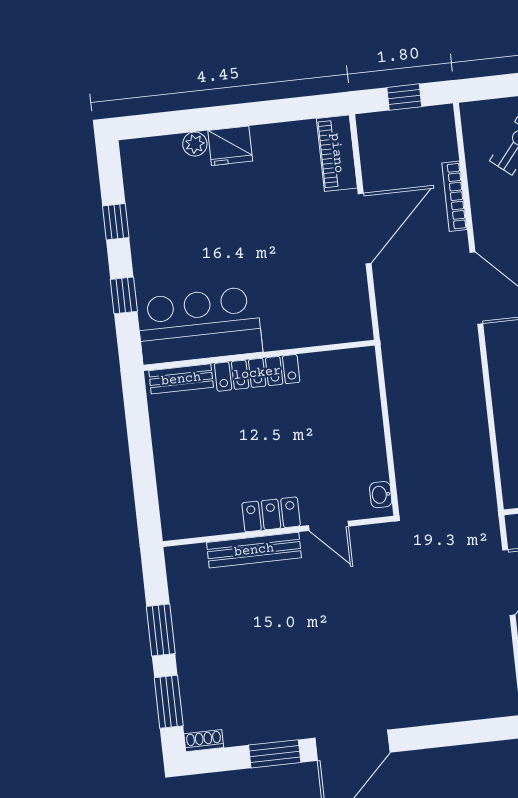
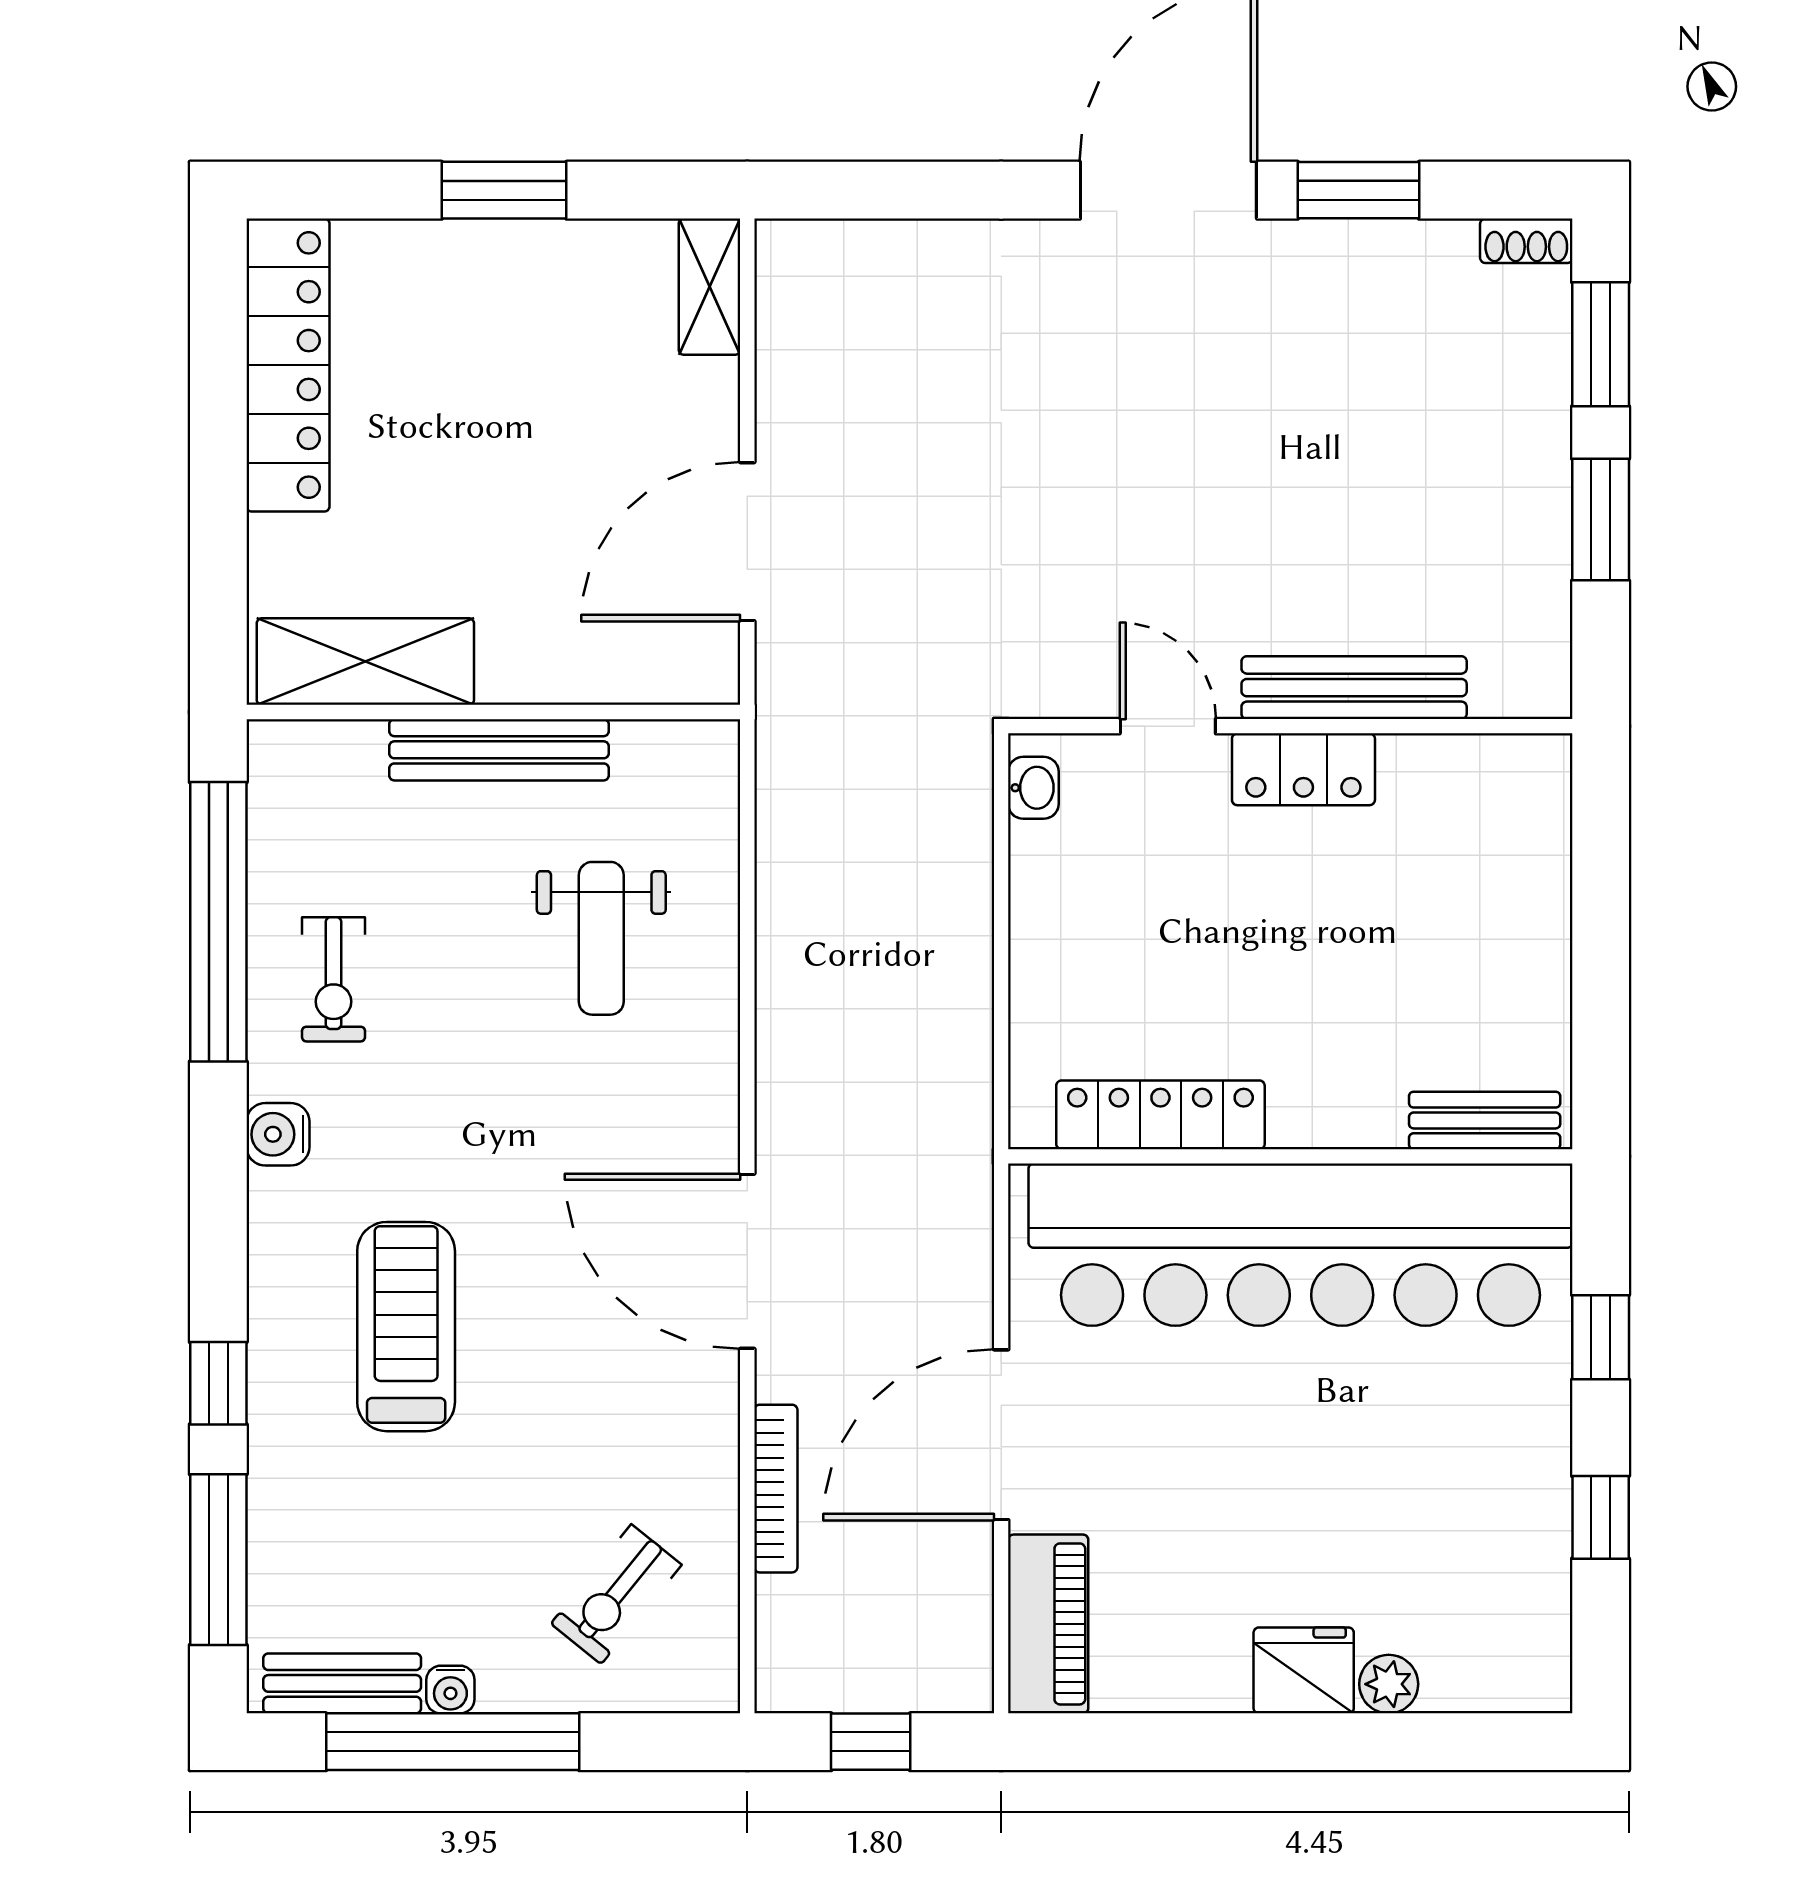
bar counter: (199, 325) -> (1300, 1245), width x1.86
locker: (257, 373) -> (1160, 1115), moved

